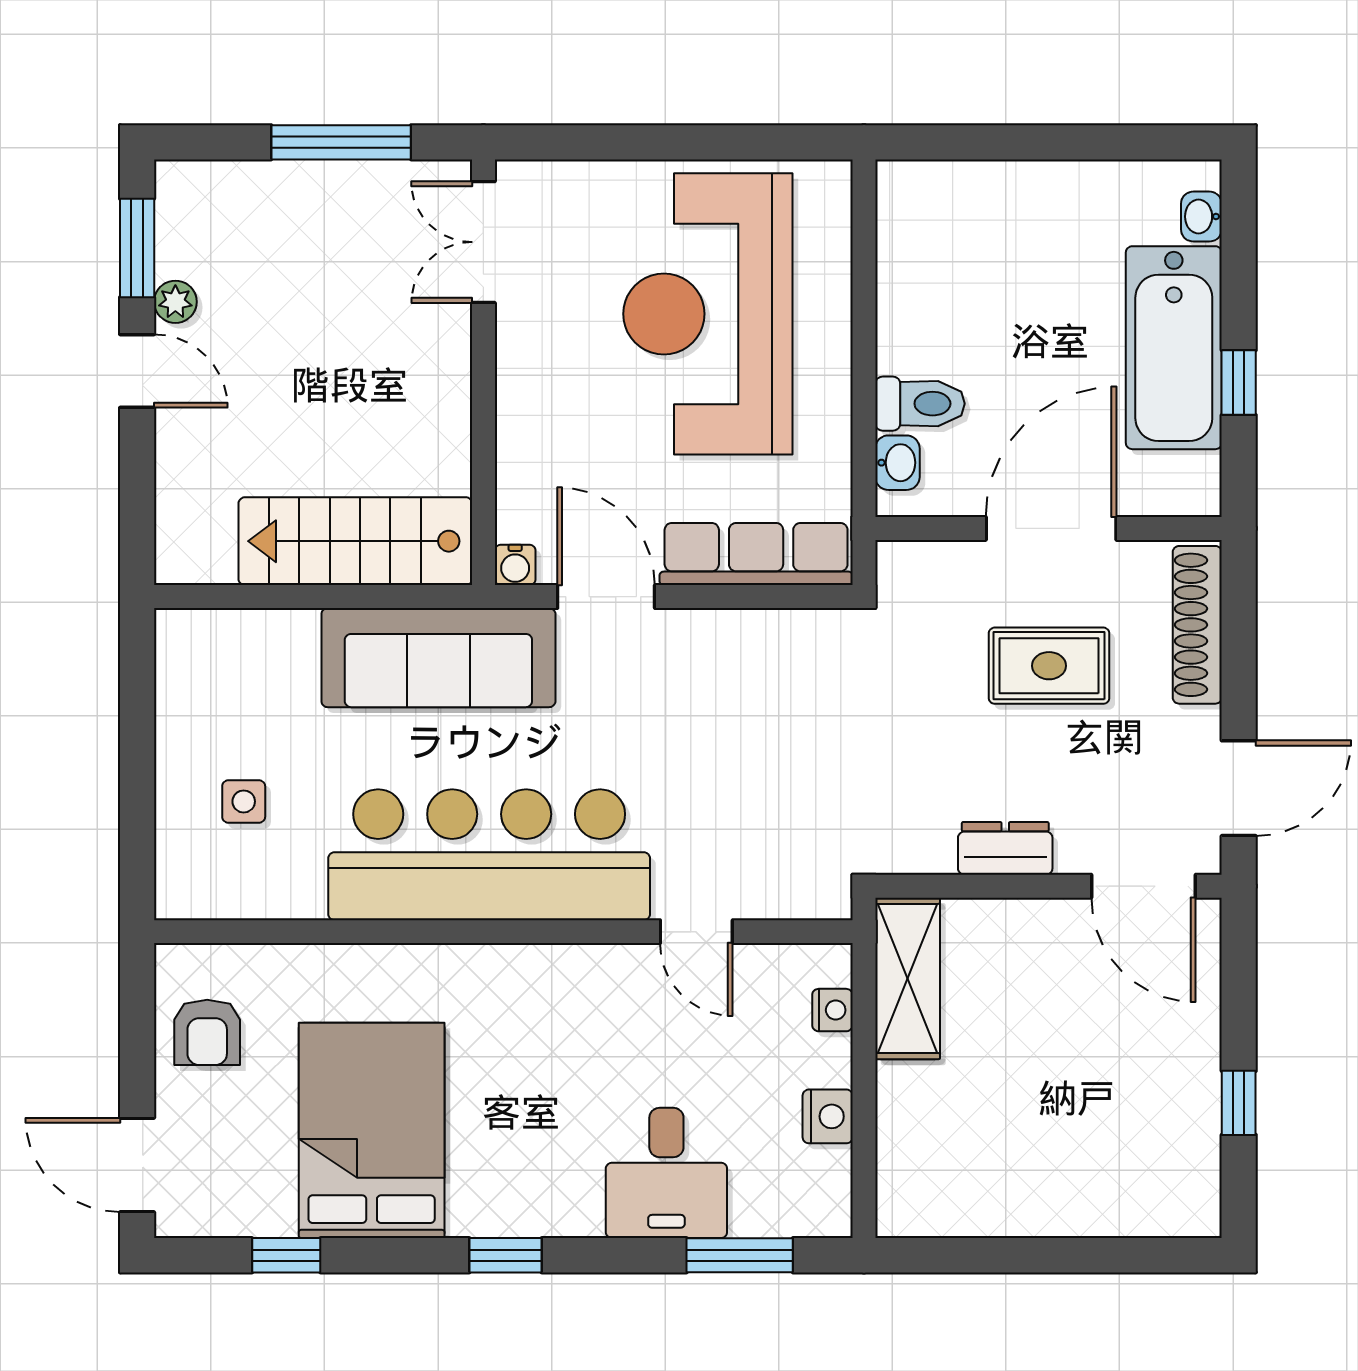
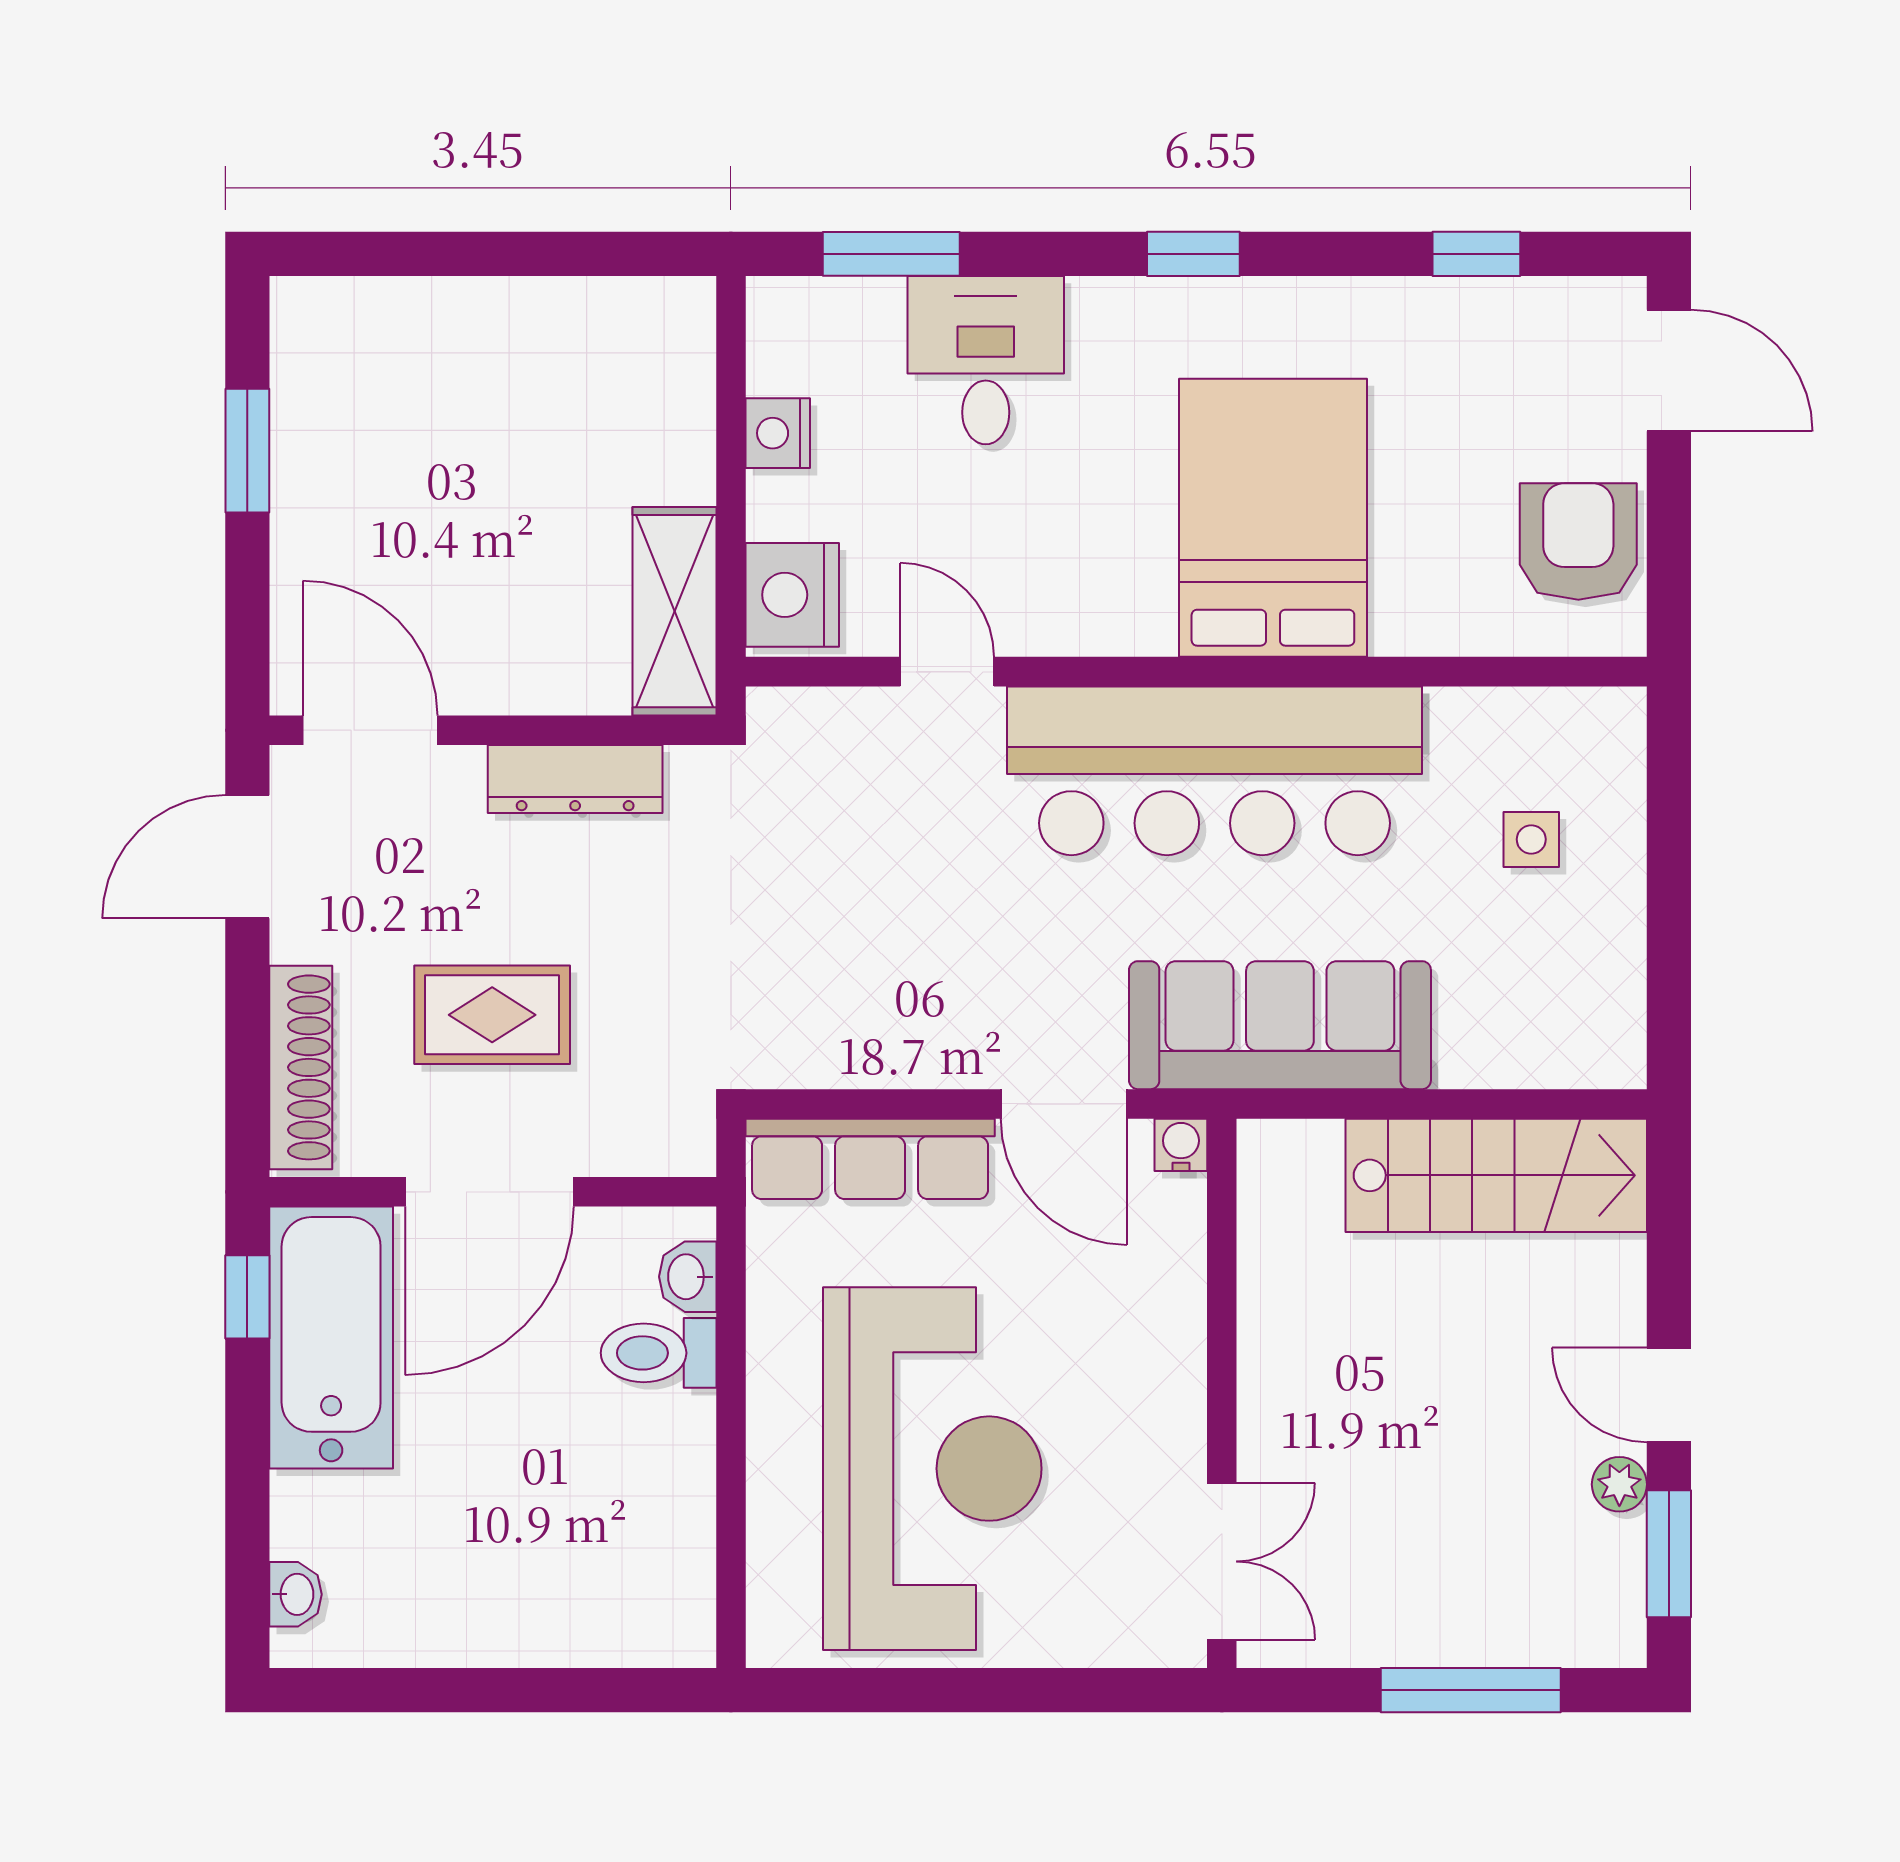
window: (341, 142) -> (1471, 1690), moved
bathtub: (1174, 348) -> (331, 1338), moved
window: (1239, 383) -> (247, 1297), moved
stairs: (355, 541) -> (1496, 1175), moved
dresser: (1005, 848) -> (575, 779), width x1.44
nightstand: (832, 1010) -> (792, 595), width x1.89, depth x1.79
armchair: (207, 1032) -> (1578, 541), width x1.38, depth x1.38
window: (1239, 1103) -> (247, 451), width x1.50
bed: (372, 1130) -> (1273, 518), moved, turned 180

